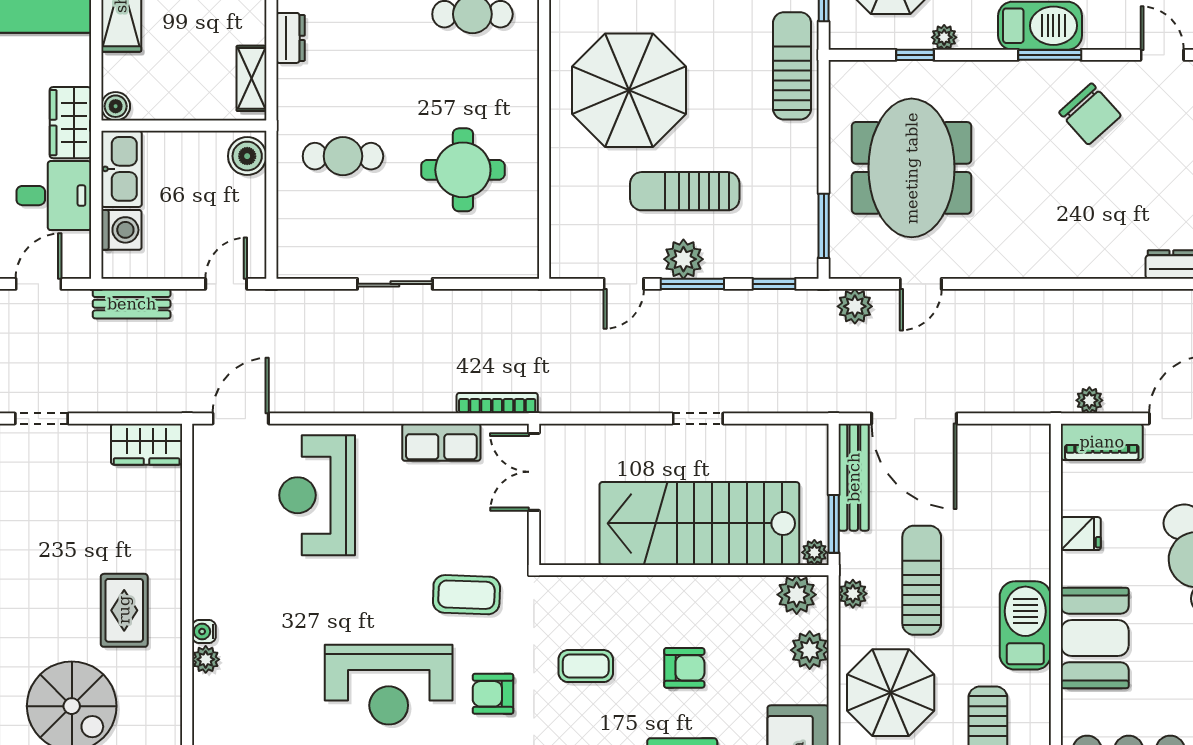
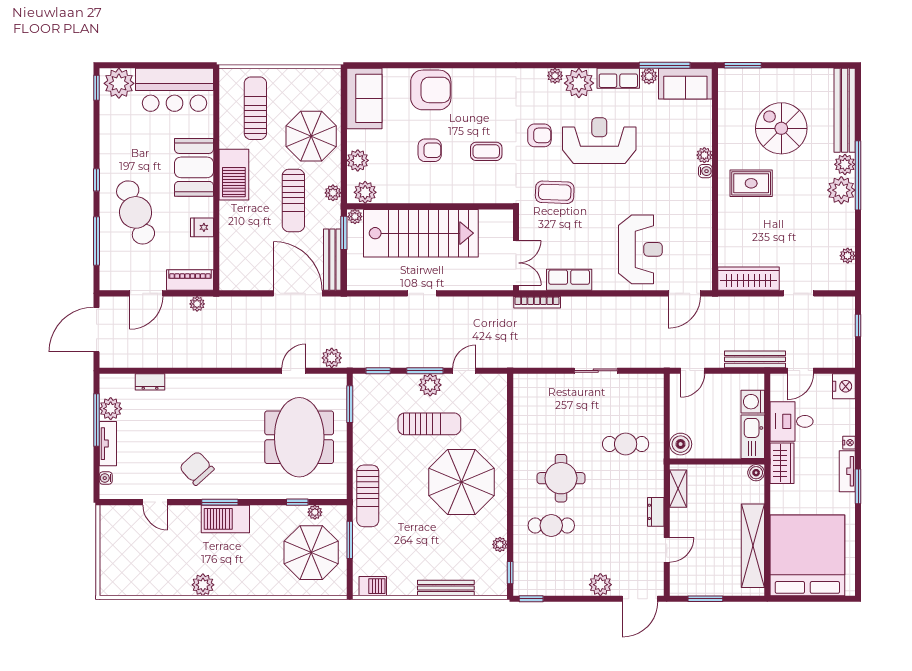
plant: (944, 37) -> (315, 512), moved
round table: (463, 170) -> (561, 478), moved
bench: (132, 304) -> (755, 359), width x1.36
wardrobe: (147, 444) -> (749, 279), width x1.50
rug: (124, 610) -> (751, 183), turned 90
armchair: (684, 668) -> (430, 150), turned 180

